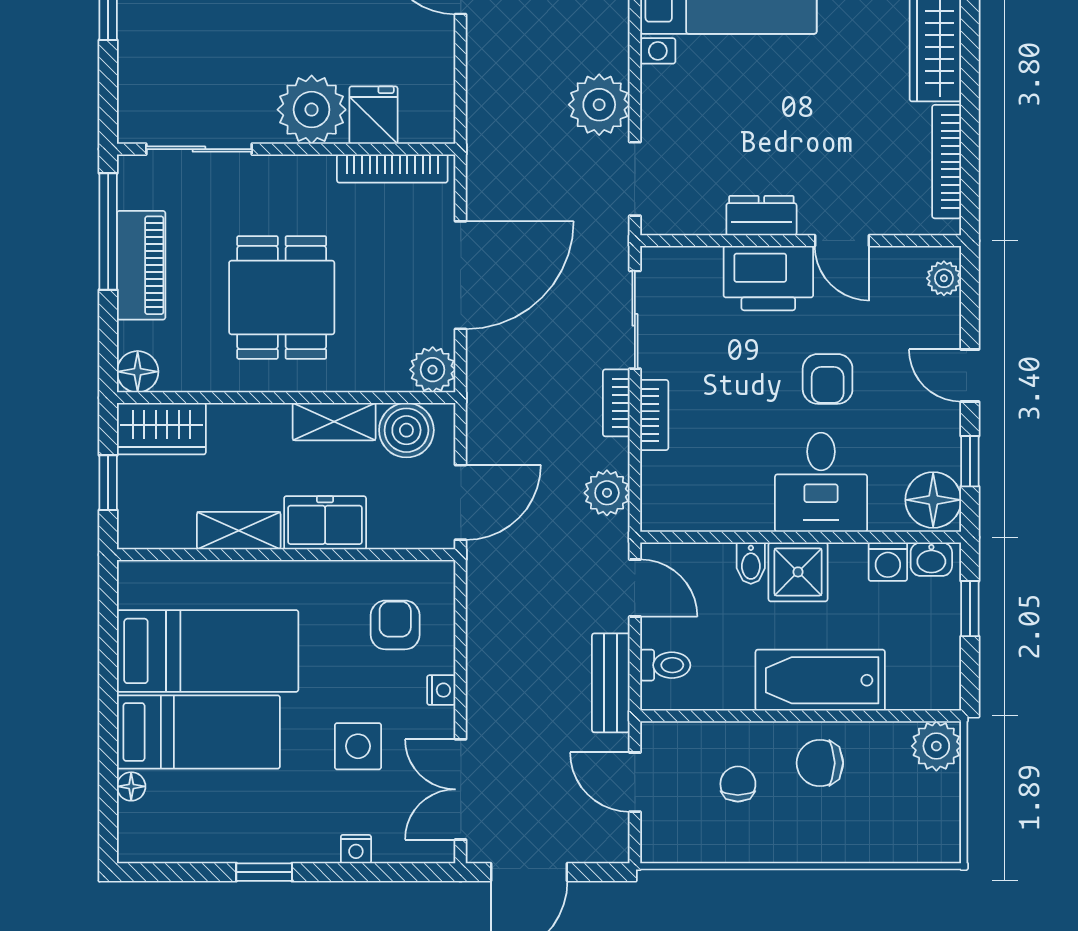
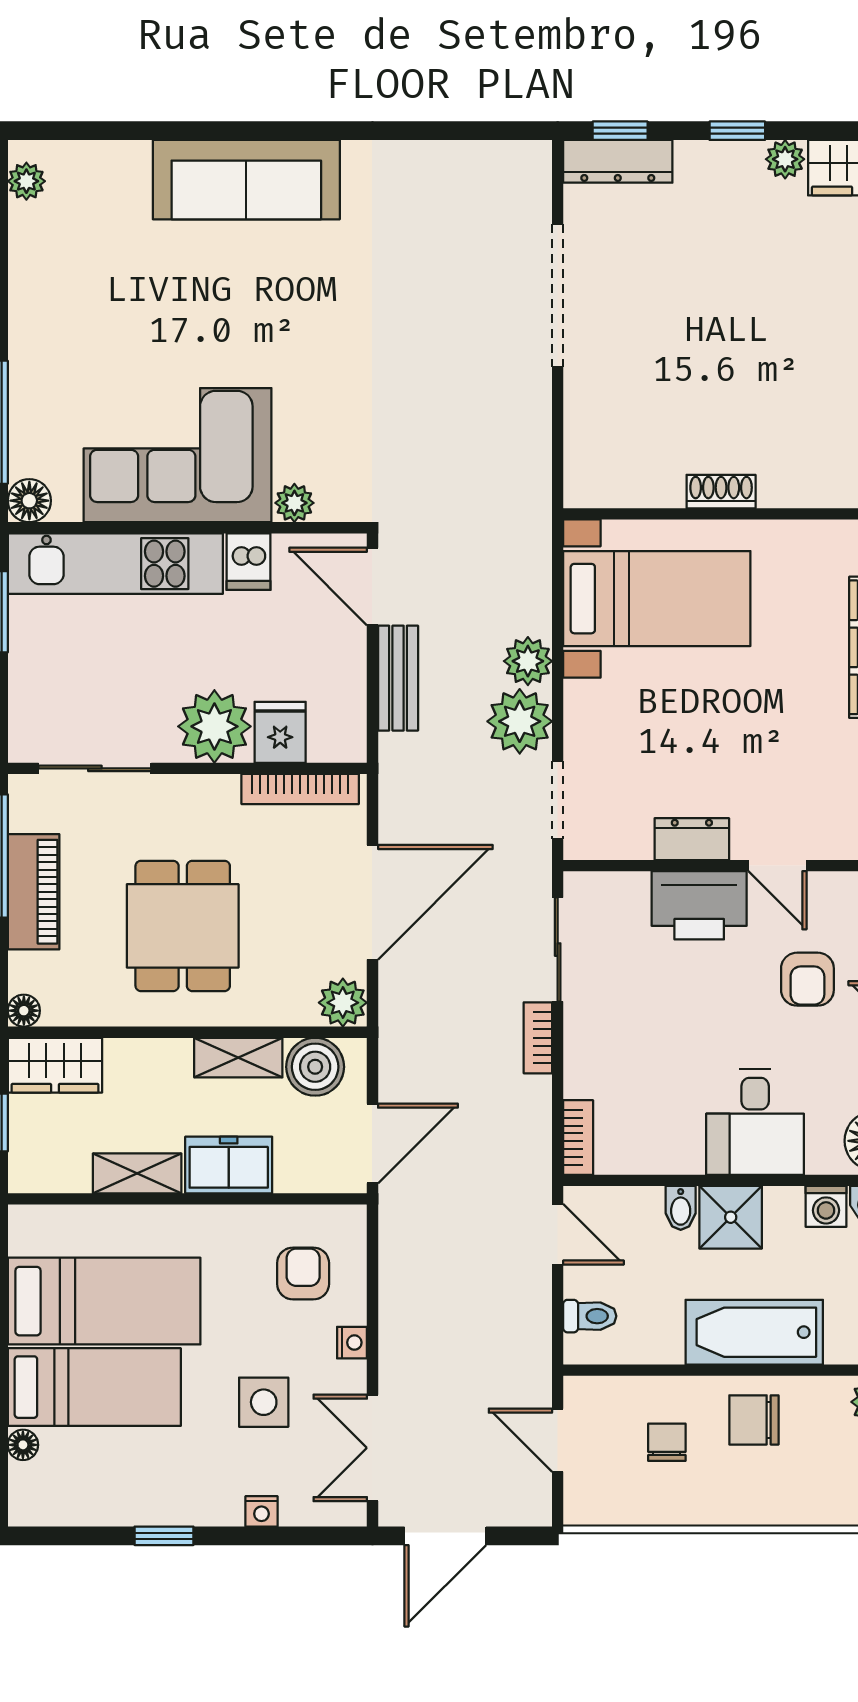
floor lamp: (138, 372) -> (24, 1011), width x0.73, depth x0.73
armchair: (828, 379) -> (807, 979), moved
bookcase: (654, 415) -> (578, 1137), moved
plant: (607, 493) -> (528, 661), moved
bench: (611, 683) -> (398, 678), moved

